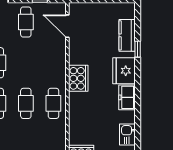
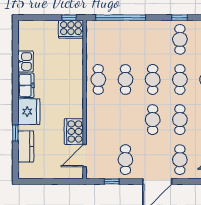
door: (67, 26) -> (85, 156), swing flipped
cooker: (78, 78) -> (74, 131), moved
kitchen sink: (127, 134) -> (25, 61), moved

